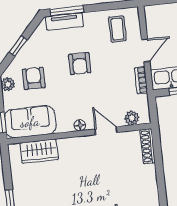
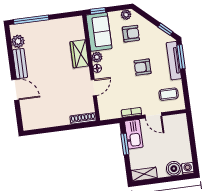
tv unit: (64, 22) -> (174, 61), width x1.41
window: (18, 46) -> (165, 29), moved
plant: (132, 118) -> (97, 57), moved
wardrobe: (39, 151) -> (79, 54), moved

